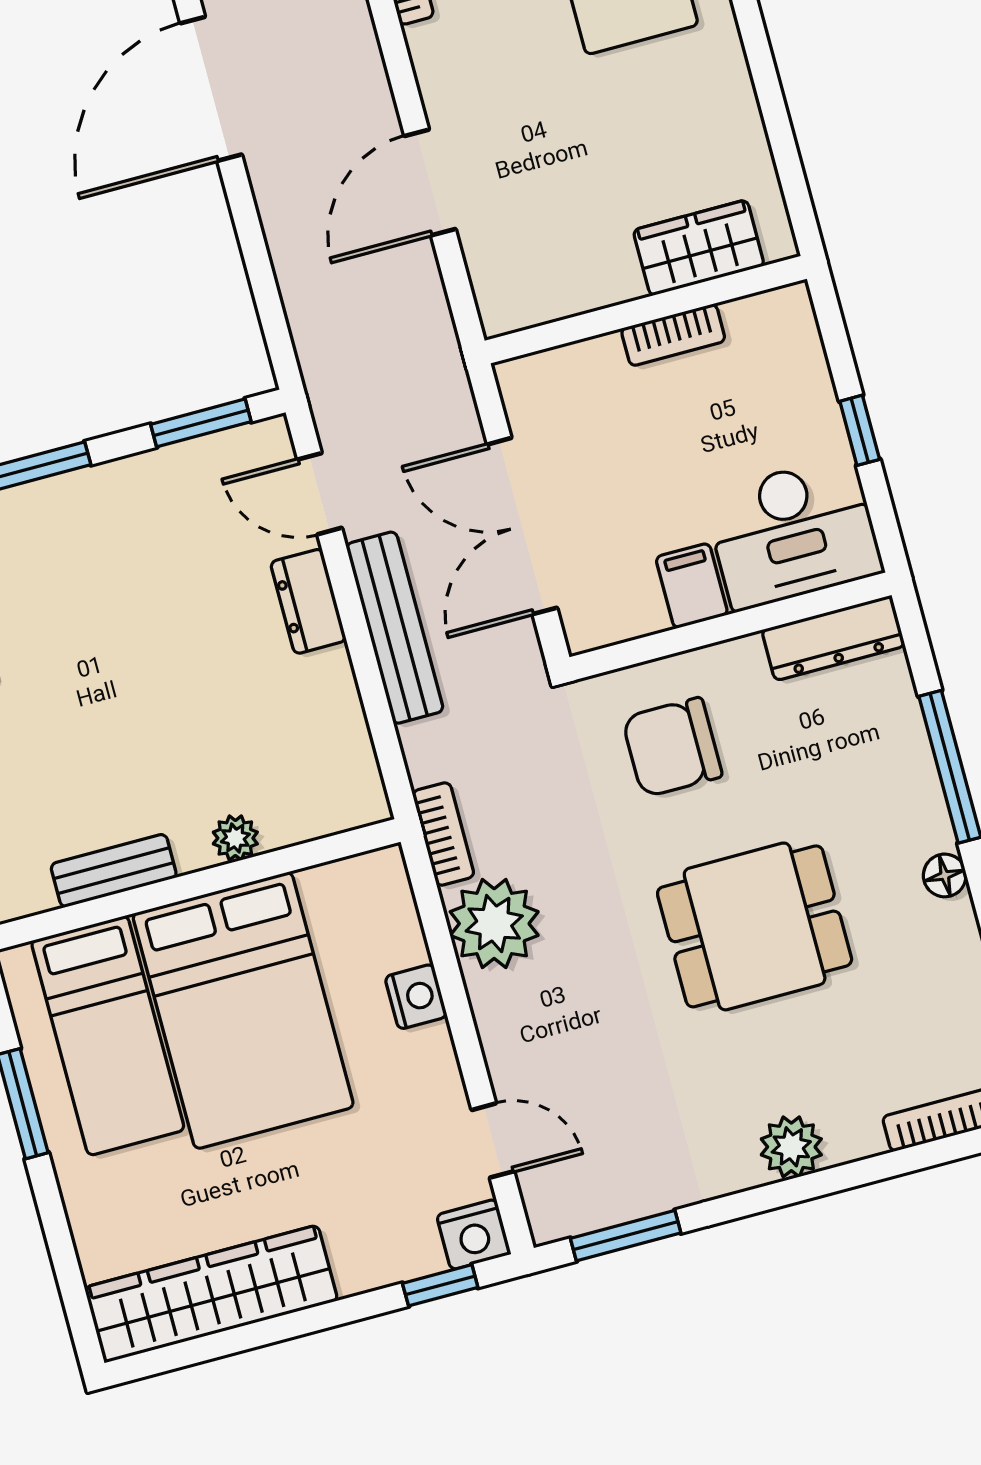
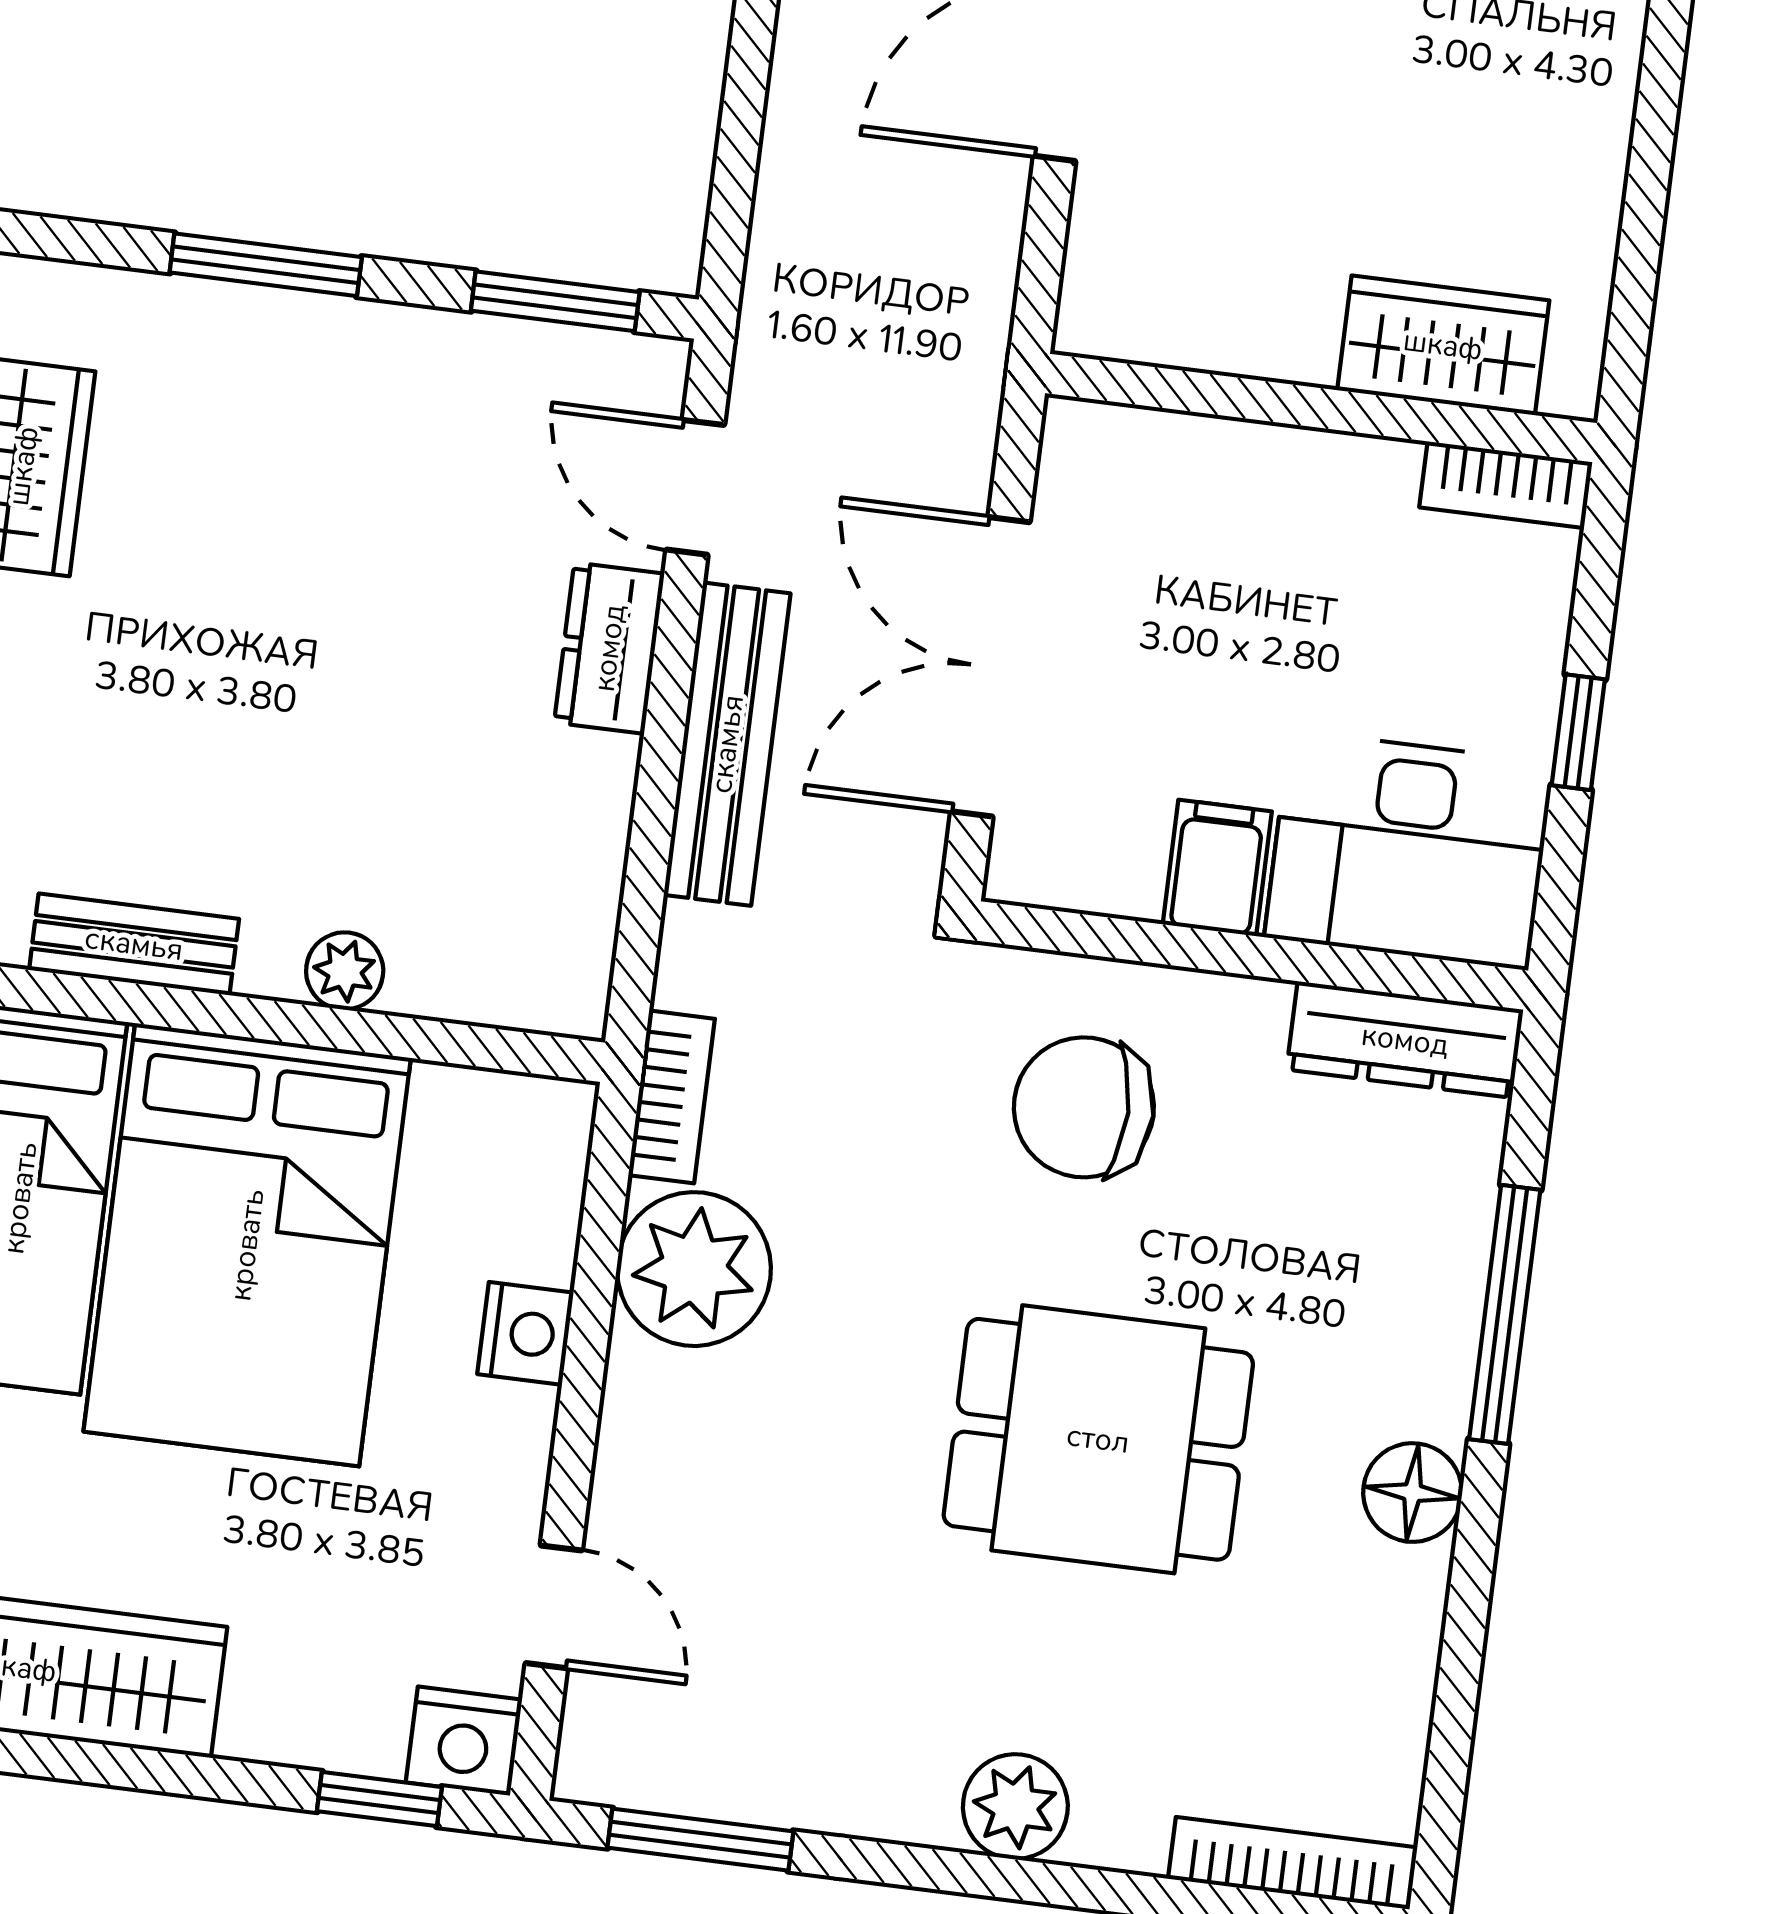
bookcase: (673, 335) -> (1506, 485), moved
floor lamp: (945, 875) -> (1413, 1493), width x1.37, depth x1.37

